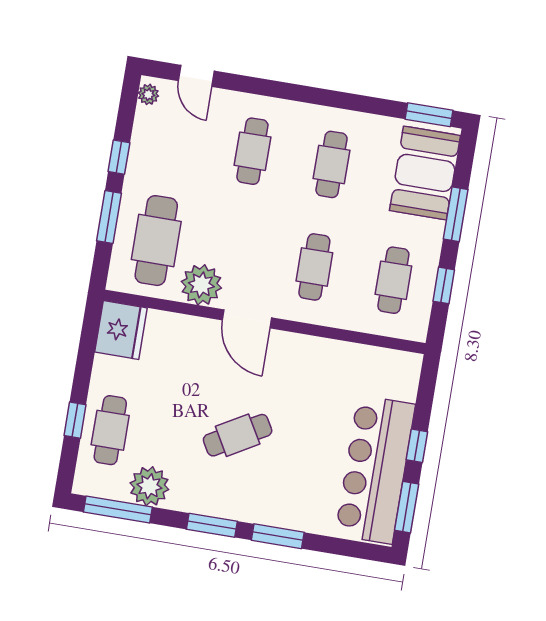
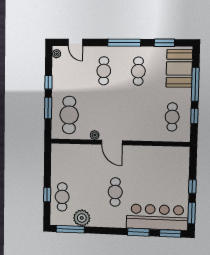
window: (309, 95) -> (124, 43), added
window: (429, 115) -> (164, 43), moved
window: (456, 214) -> (195, 84), width x1.44
cafe table: (314, 267) -> (137, 116), removed
plant: (201, 285) -> (95, 135), width x0.53, depth x0.53
fridge: (121, 330) -> (60, 155), removed
cafe table: (238, 435) -> (115, 192), turned -60
bar counter: (375, 470) -> (157, 217), moved, turned 90
window: (212, 525) -> (170, 233), moved

